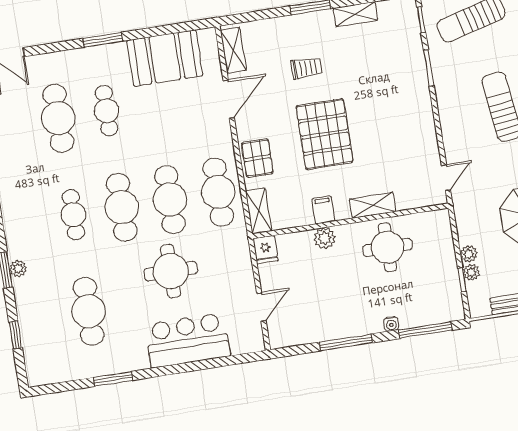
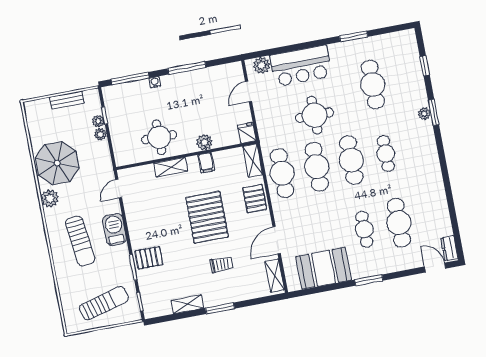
trolley: (306, 68) -> (221, 264), turned 180
pallet: (407, 80) -> (149, 258), added
barbecue: (453, 121) -> (114, 229), added
plant: (242, 343) -> (262, 65), added

